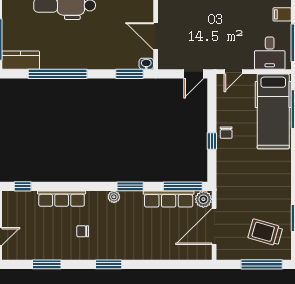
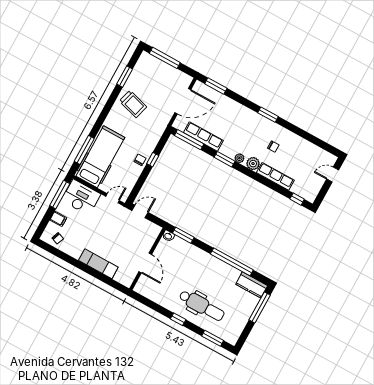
door: (156, 36) -> (145, 263), moved
desk: (270, 53) -> (81, 197), width x1.37
plant: (203, 199) -> (253, 164), moved
trolley: (265, 232) -> (133, 104), moved
window: (47, 264) -> (216, 86), moved

